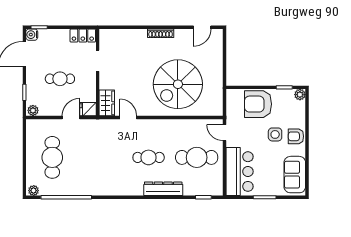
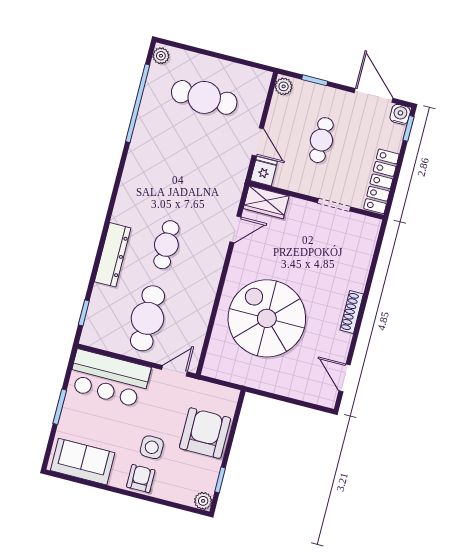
locker: (83, 36) -> (381, 181), width x1.53

